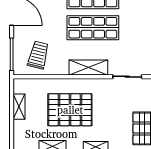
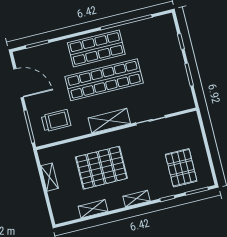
shop shelf: (93, 28) -> (104, 80), width x1.40
trolley: (38, 55) -> (56, 121), turned 76

